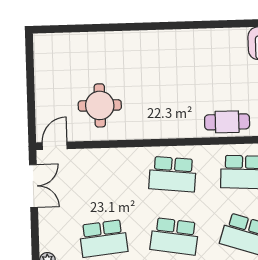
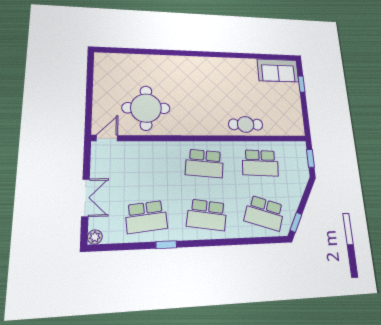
round table: (100, 105) -> (146, 108), width x1.36, depth x1.36
double door: (34, 186) -> (85, 198), moved

